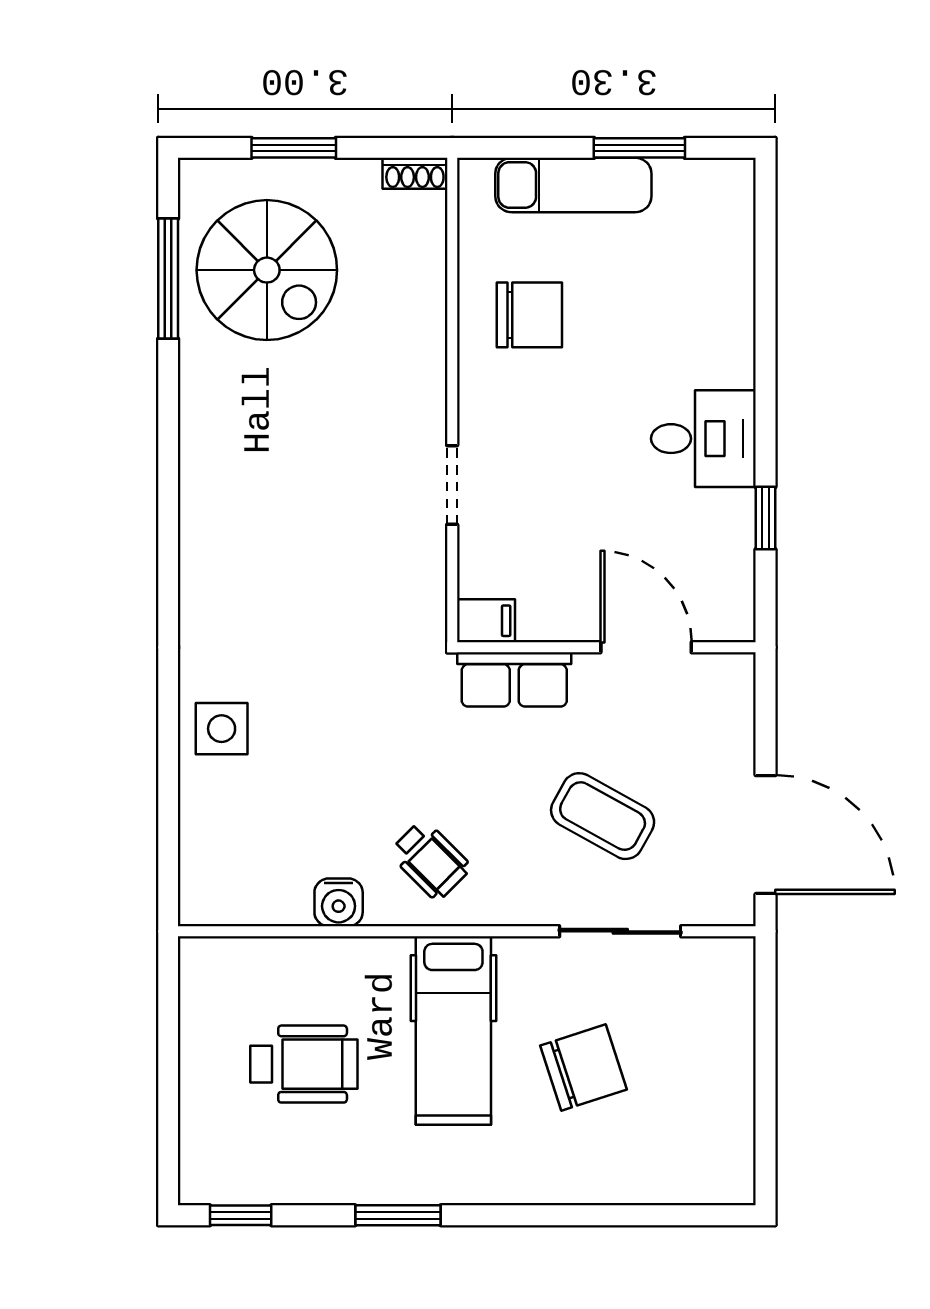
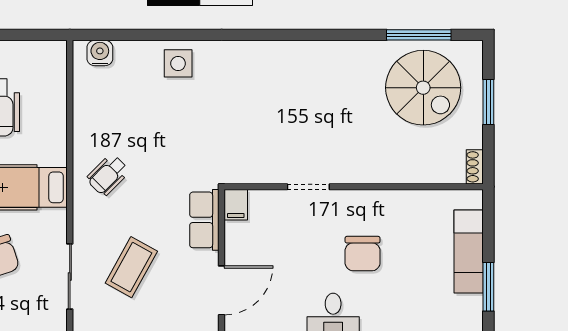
spiral stairs: (267, 270) -> (423, 88), turned -90
chair: (529, 315) -> (363, 254), moved
water cooler: (339, 902) -> (100, 53), moved, turned 90

